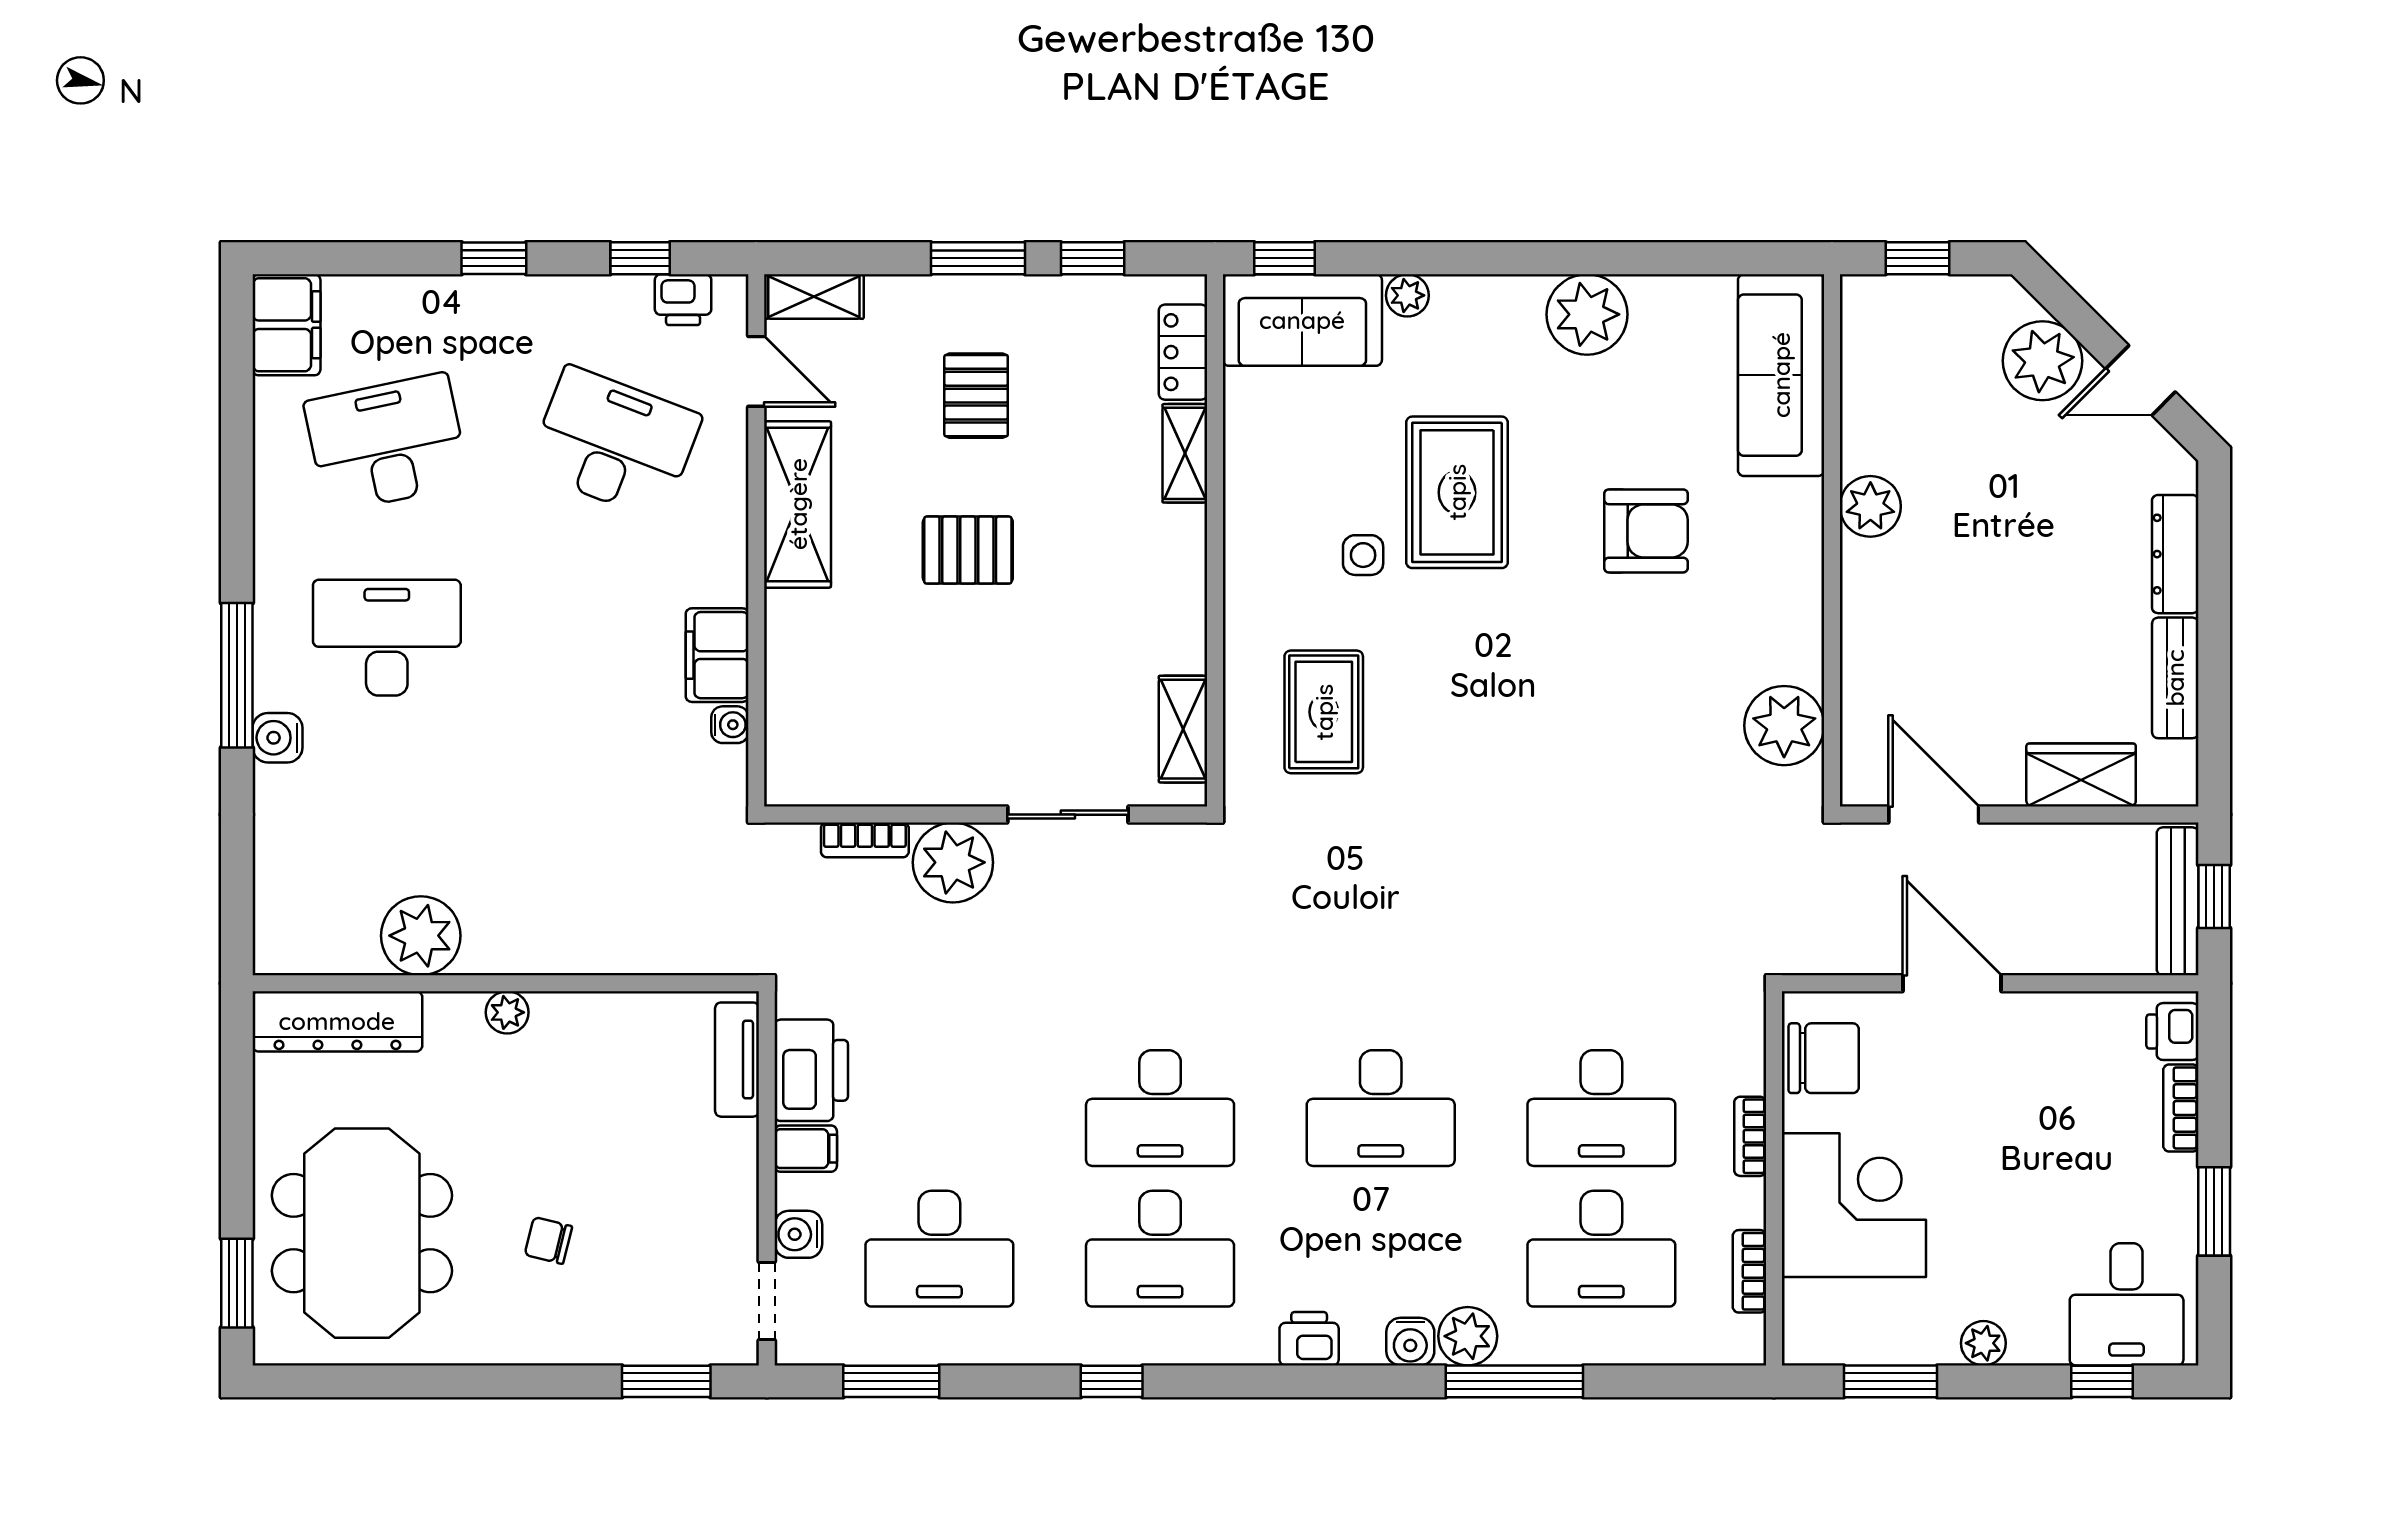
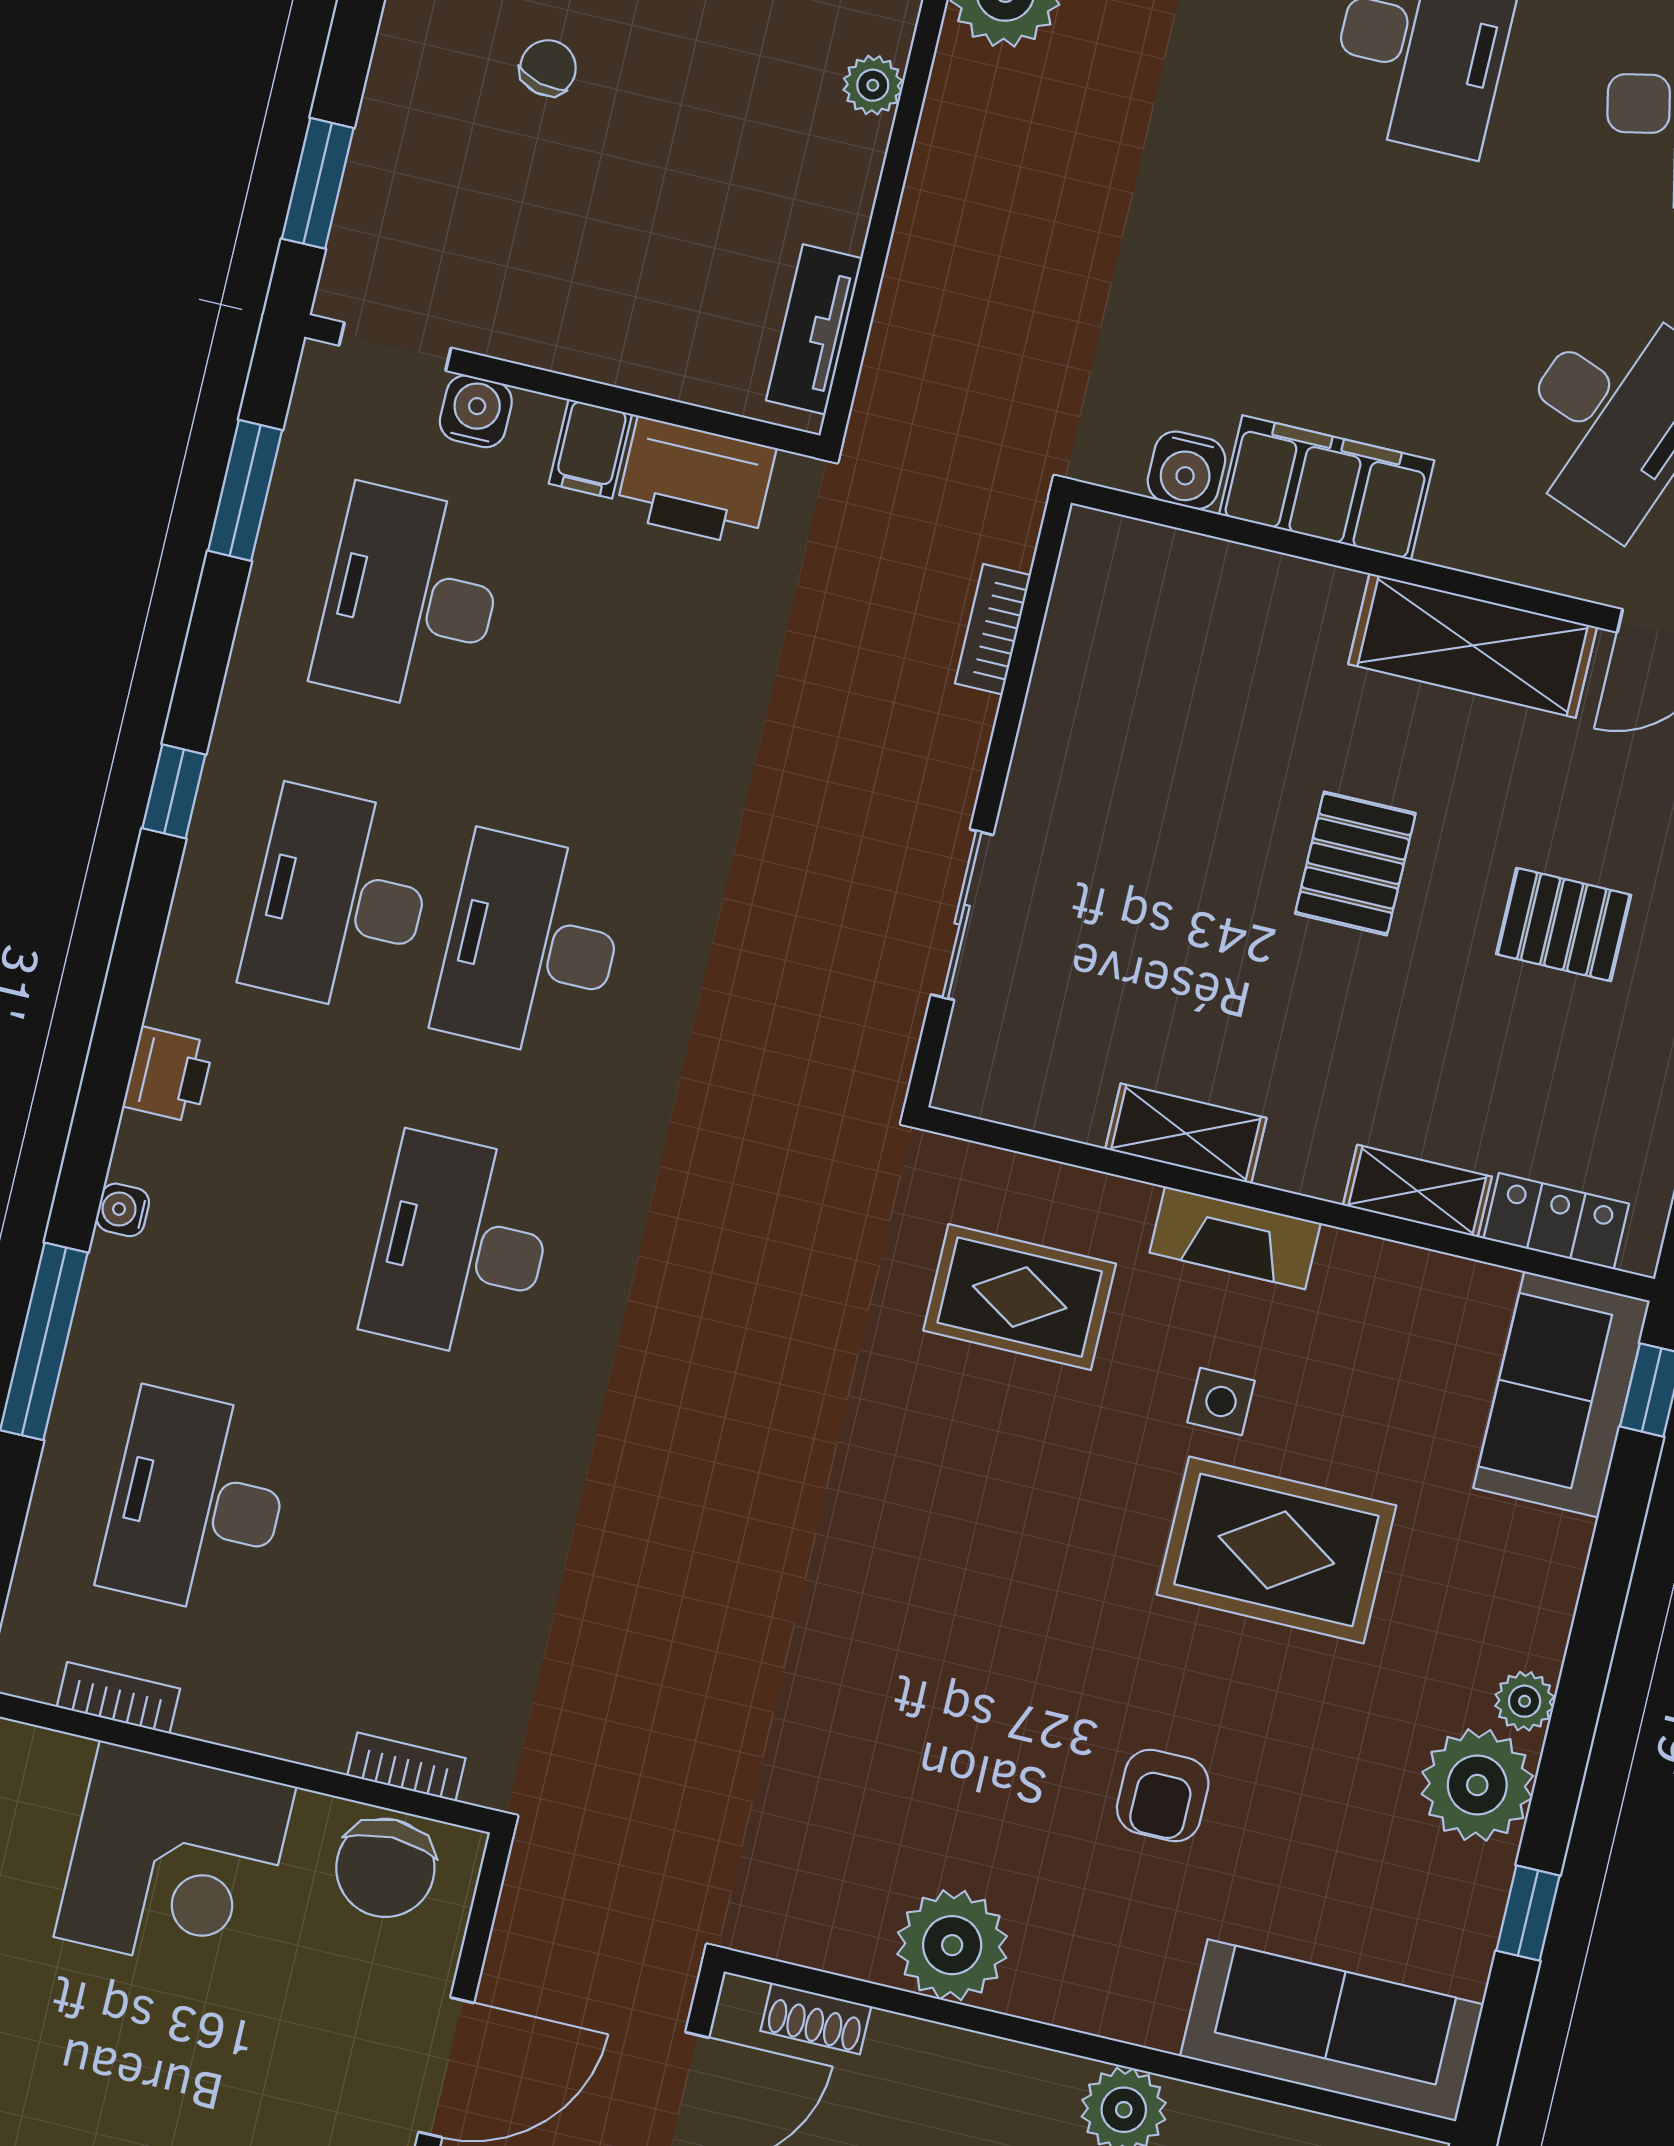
window: (1668, 258) -> (1528, 1913), added
plant: (1407, 295) -> (1525, 1701), moved
armchair: (1646, 531) -> (1163, 1796), width x0.72, depth x0.72
fireplace: (1247, 572) -> (1235, 1238), added
filing cabinet: (717, 655) -> (1327, 488), width x1.50, depth x1.17
water cooler: (730, 725) -> (1186, 470), width x1.38, depth x1.38
plant: (1784, 726) -> (952, 1945), moved
shelving: (1183, 729) -> (1186, 1134), moved
shoe rack: (1858, 735) -> (816, 2019), added
plant: (953, 862) -> (934, 742), removed
tv unit: (737, 1060) -> (814, 329), moved, turned -90
desk: (1601, 1108) -> (389, 1548), removed
bookcase: (1750, 1136) -> (406, 1767), moved
plant: (1468, 1336) -> (121, 1292), removed
water cooler: (1410, 1342) -> (123, 1210), width x0.72, depth x0.72

